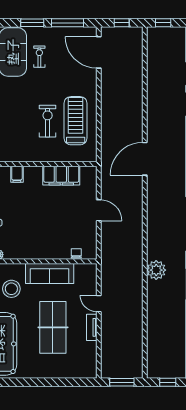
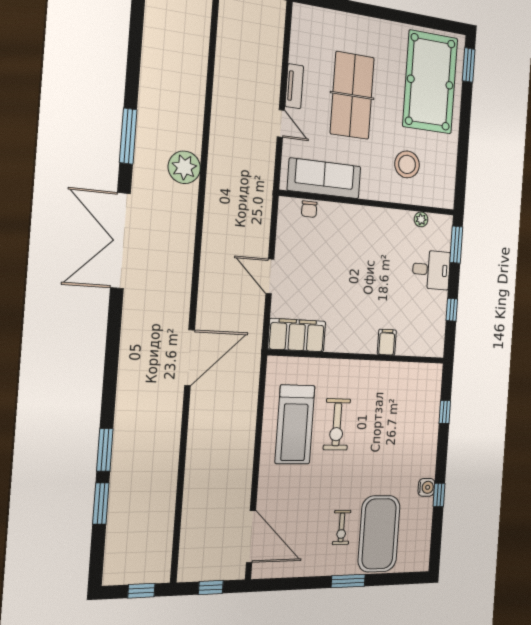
window: (68, 23) -> (296, 583), removed
filing cabinet: (61, 176) -> (297, 335), moved
sofa: (50, 273) -> (324, 178), moved

